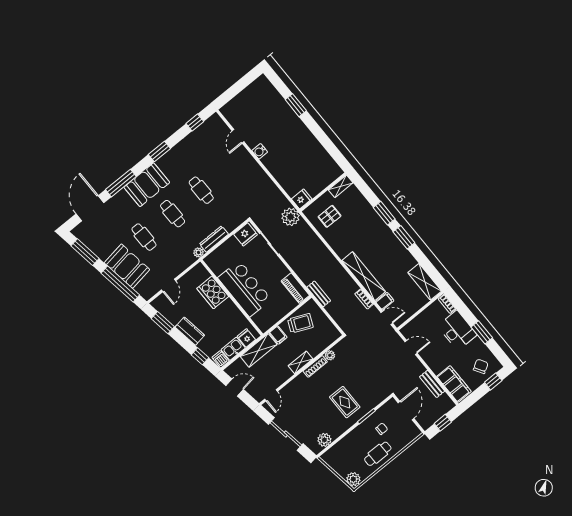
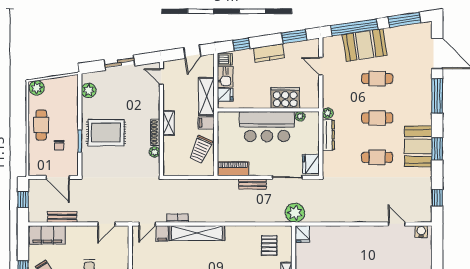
water cooler: (260, 151) -> (421, 232), moved
booth: (147, 185) -> (418, 146), moved
plant: (217, 271) -> (300, 116), added
bench: (319, 294) -> (252, 184), moved
rug: (345, 402) -> (106, 133), width x1.36, depth x1.43
sliding door: (286, 434) -> (119, 63), width x0.73

